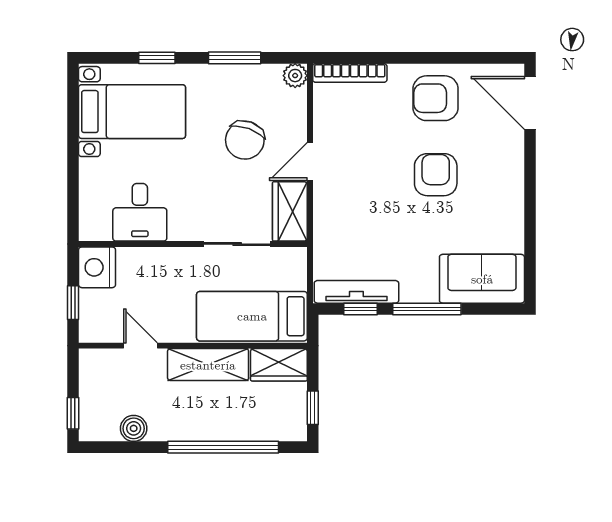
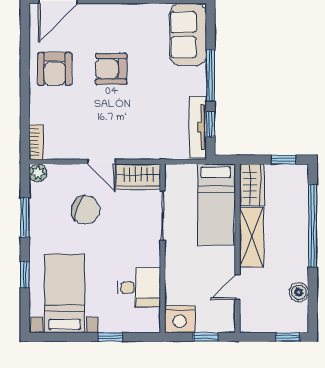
bookcase: (350, 73) -> (36, 142), width x0.64
window: (73, 173) -> (110, 337), added

